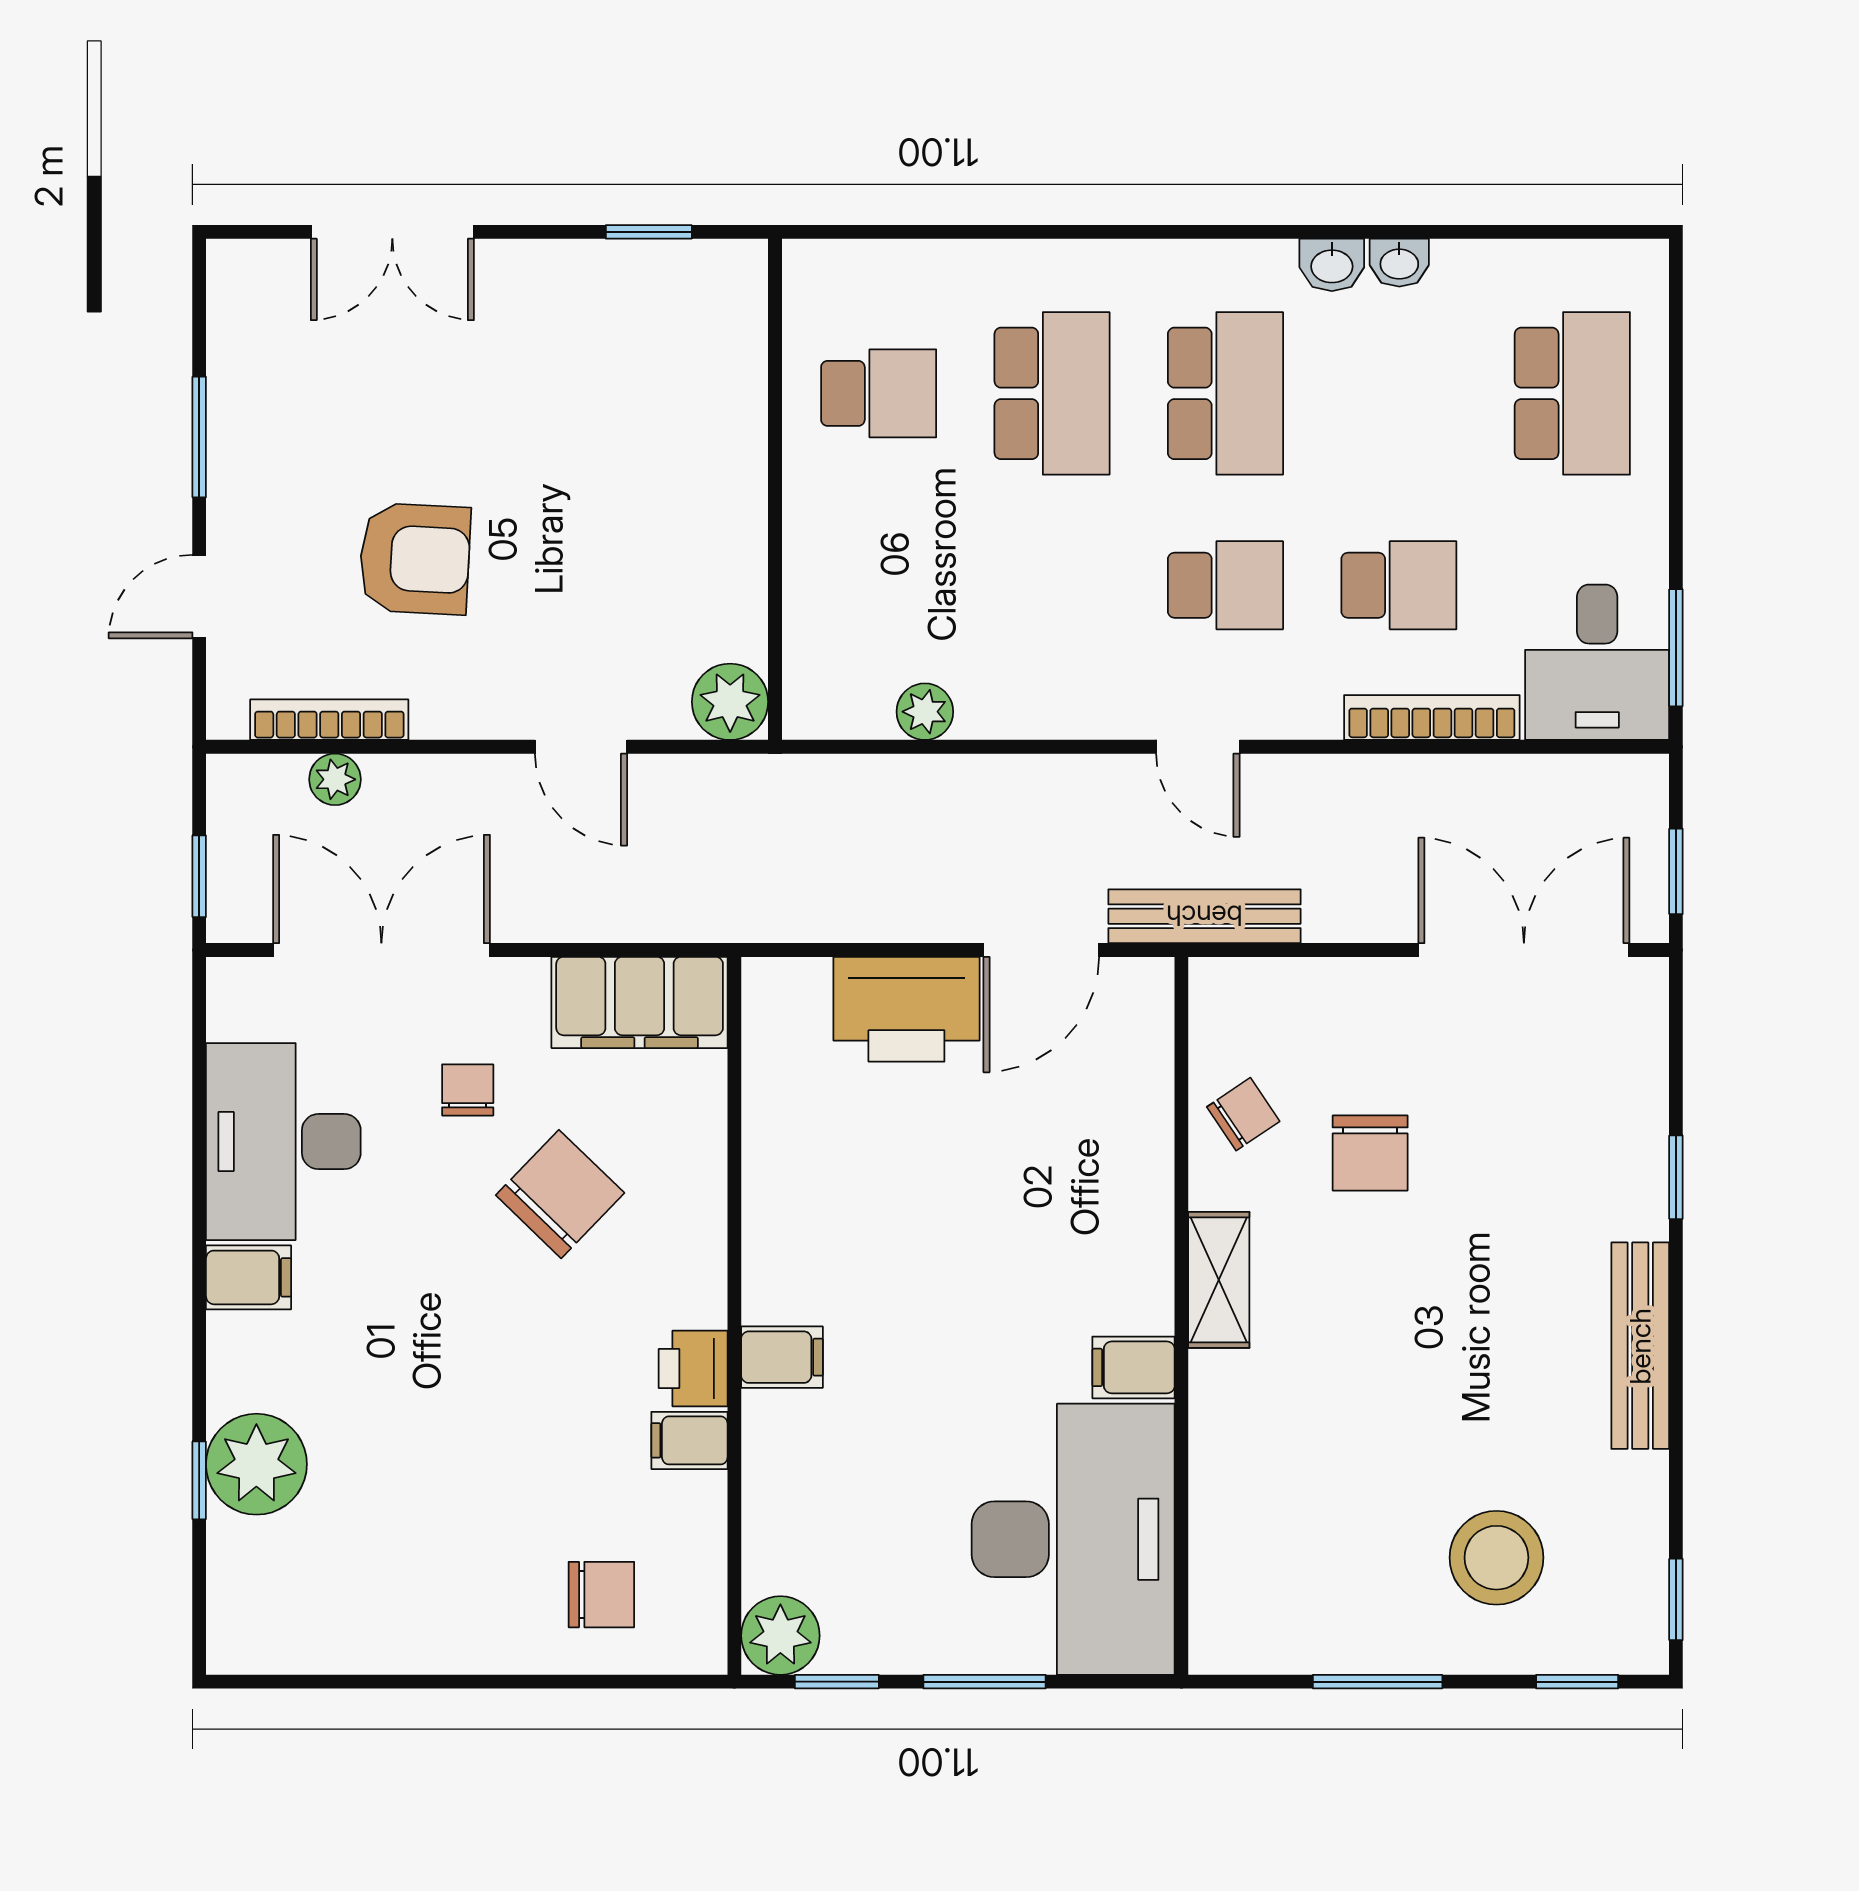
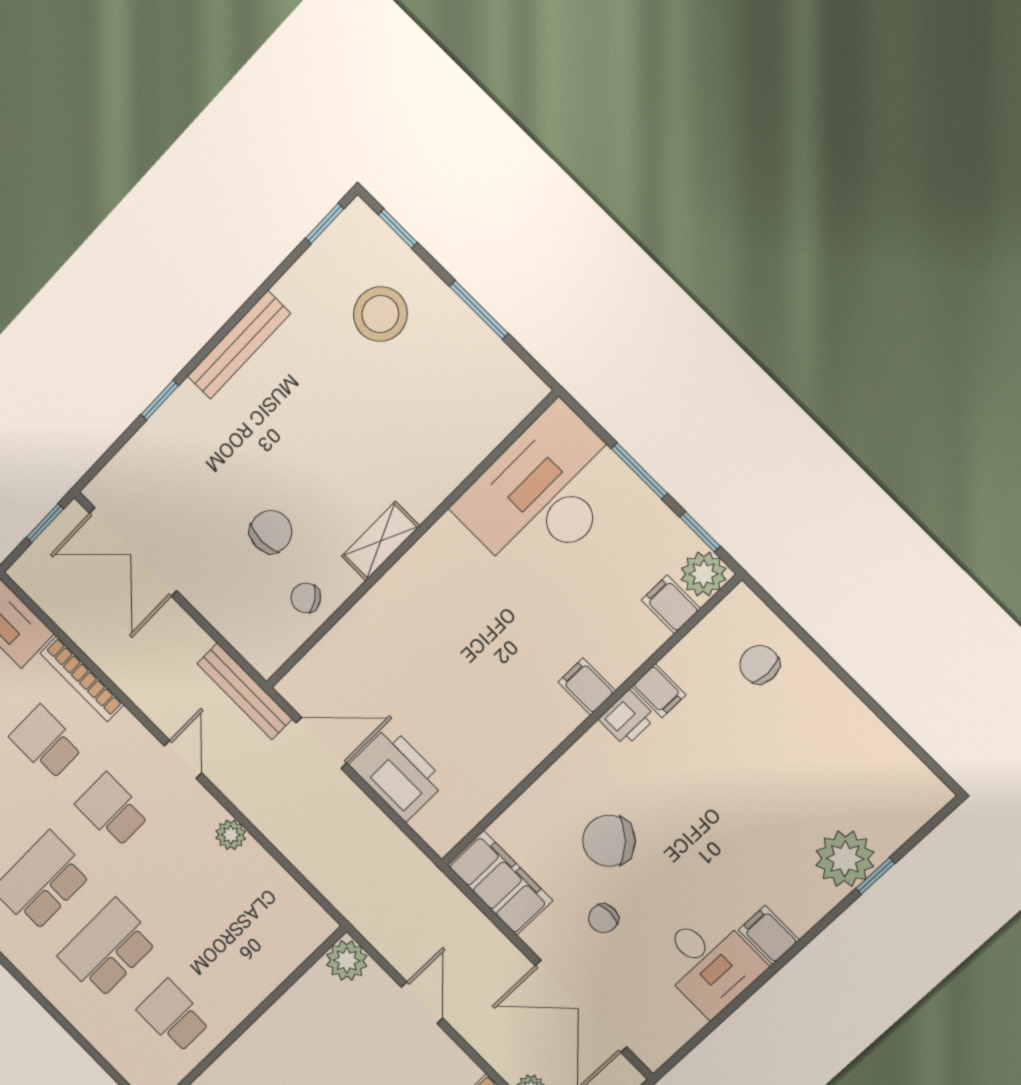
plant: (925, 712) -> (231, 835), moved
desk: (283, 1142) -> (709, 963), width x0.73
filing cabinet: (1133, 1367) -> (671, 604), moved, turned 180

